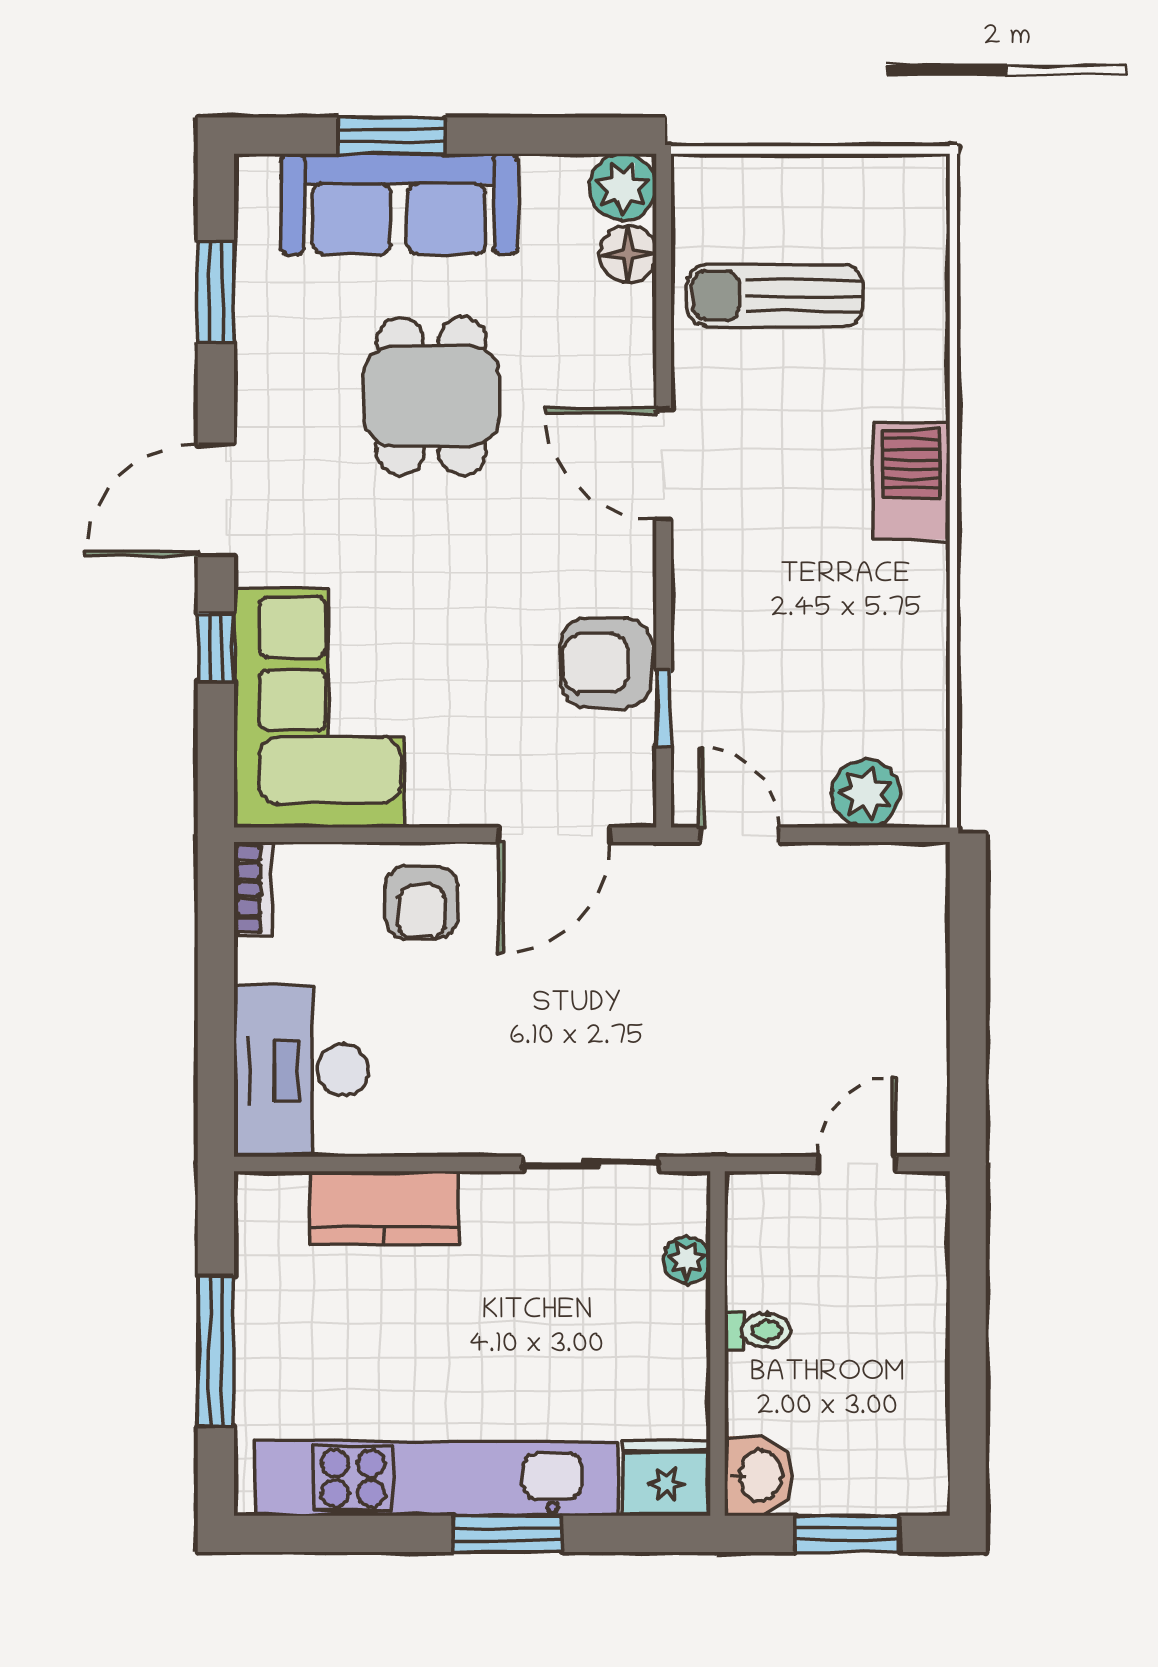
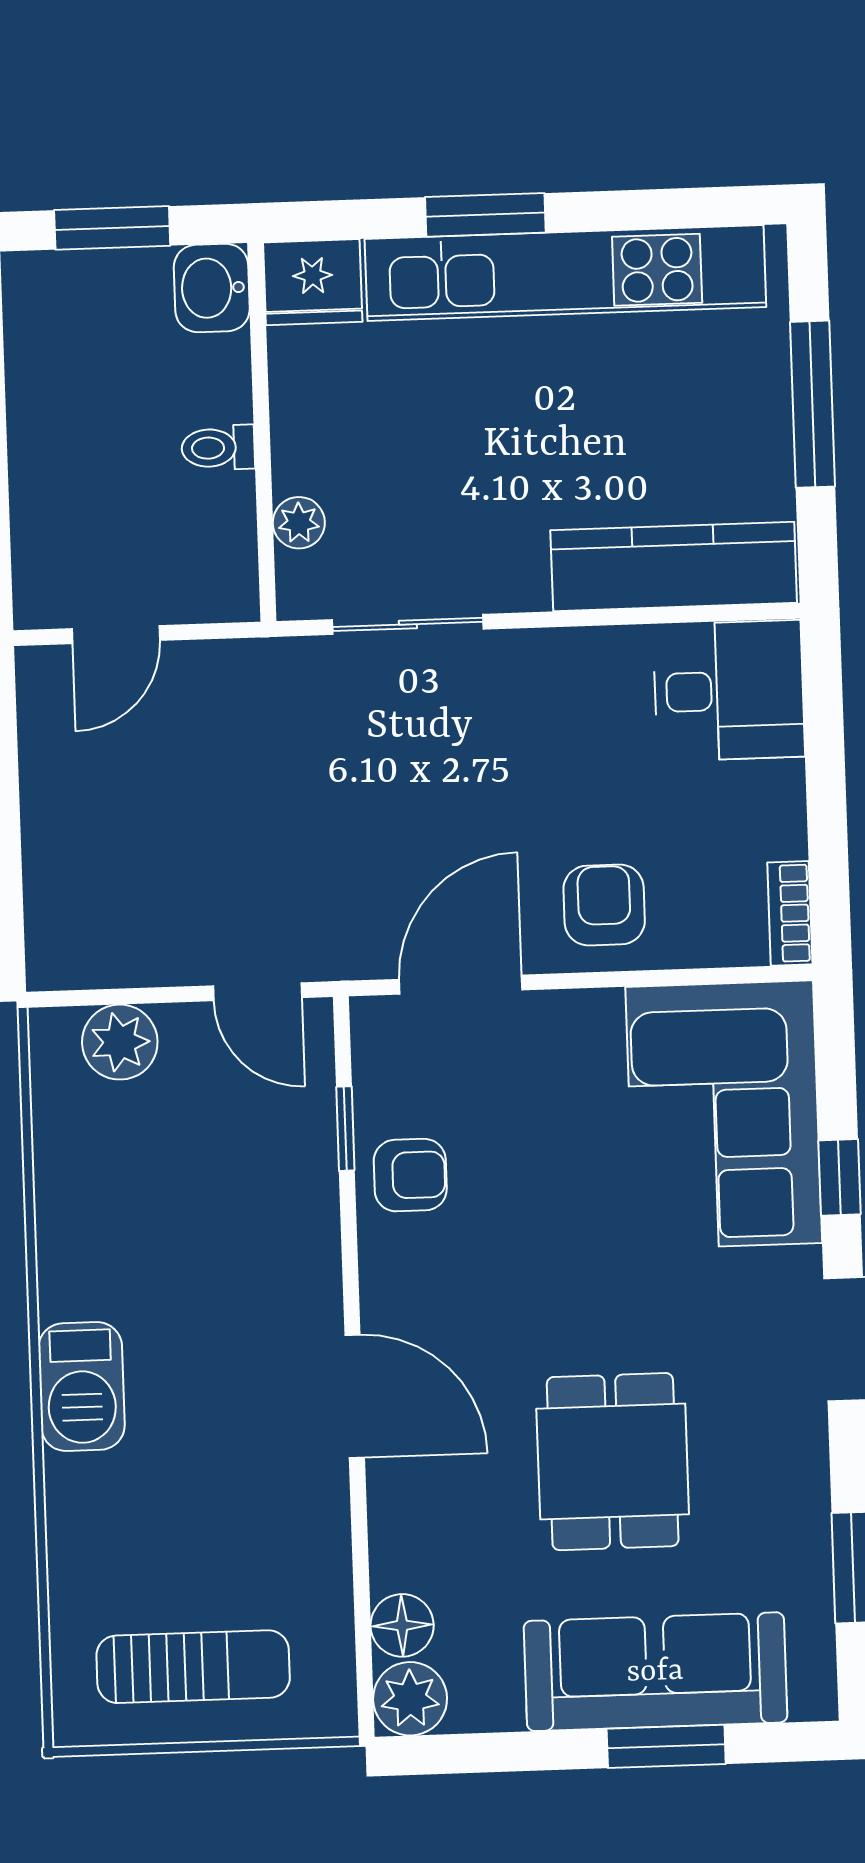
sun lounger: (775, 296) -> (193, 1667), moved
armchair: (606, 663) -> (410, 1175), width x0.72, depth x0.72
desk: (301, 1070) -> (729, 691), width x0.73
kitchen counter: (384, 1208) -> (674, 567), width x1.50

